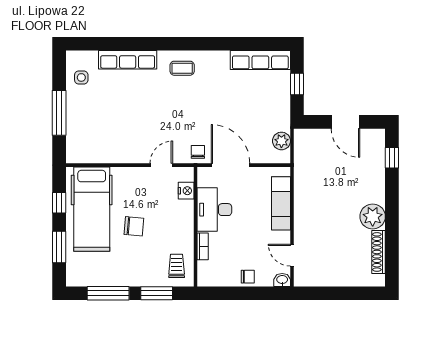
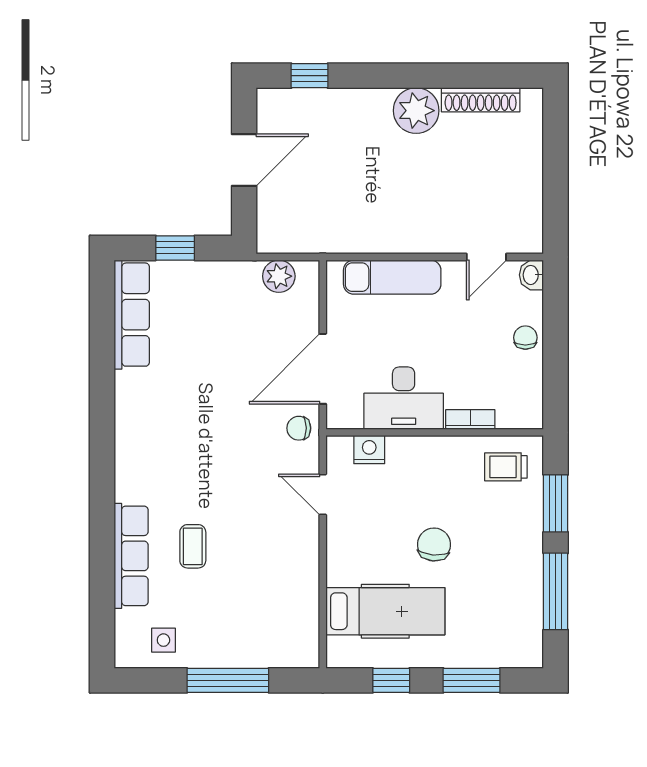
coffee table: (182, 68) -> (193, 546), moved
hospital bed: (92, 209) -> (385, 611), width x0.73, depth x0.78

